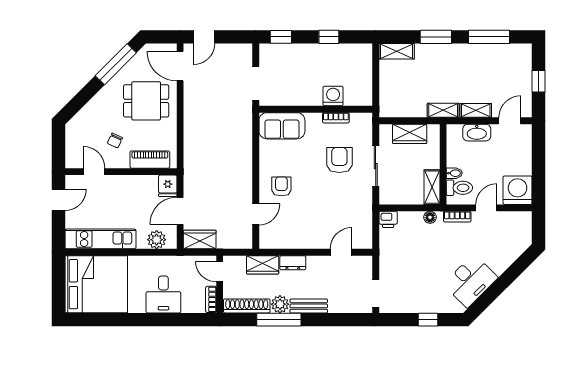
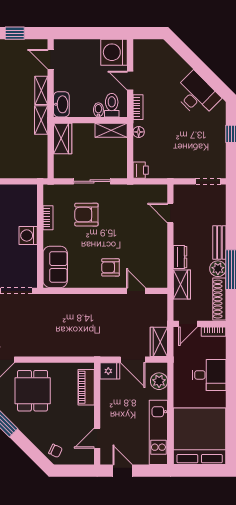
washing machine: (333, 96) -> (28, 235), moved
washbasin: (477, 133) -> (61, 104), moved
wardrobe: (410, 134) -> (63, 138), moved
chair: (115, 141) -> (56, 451), moved

